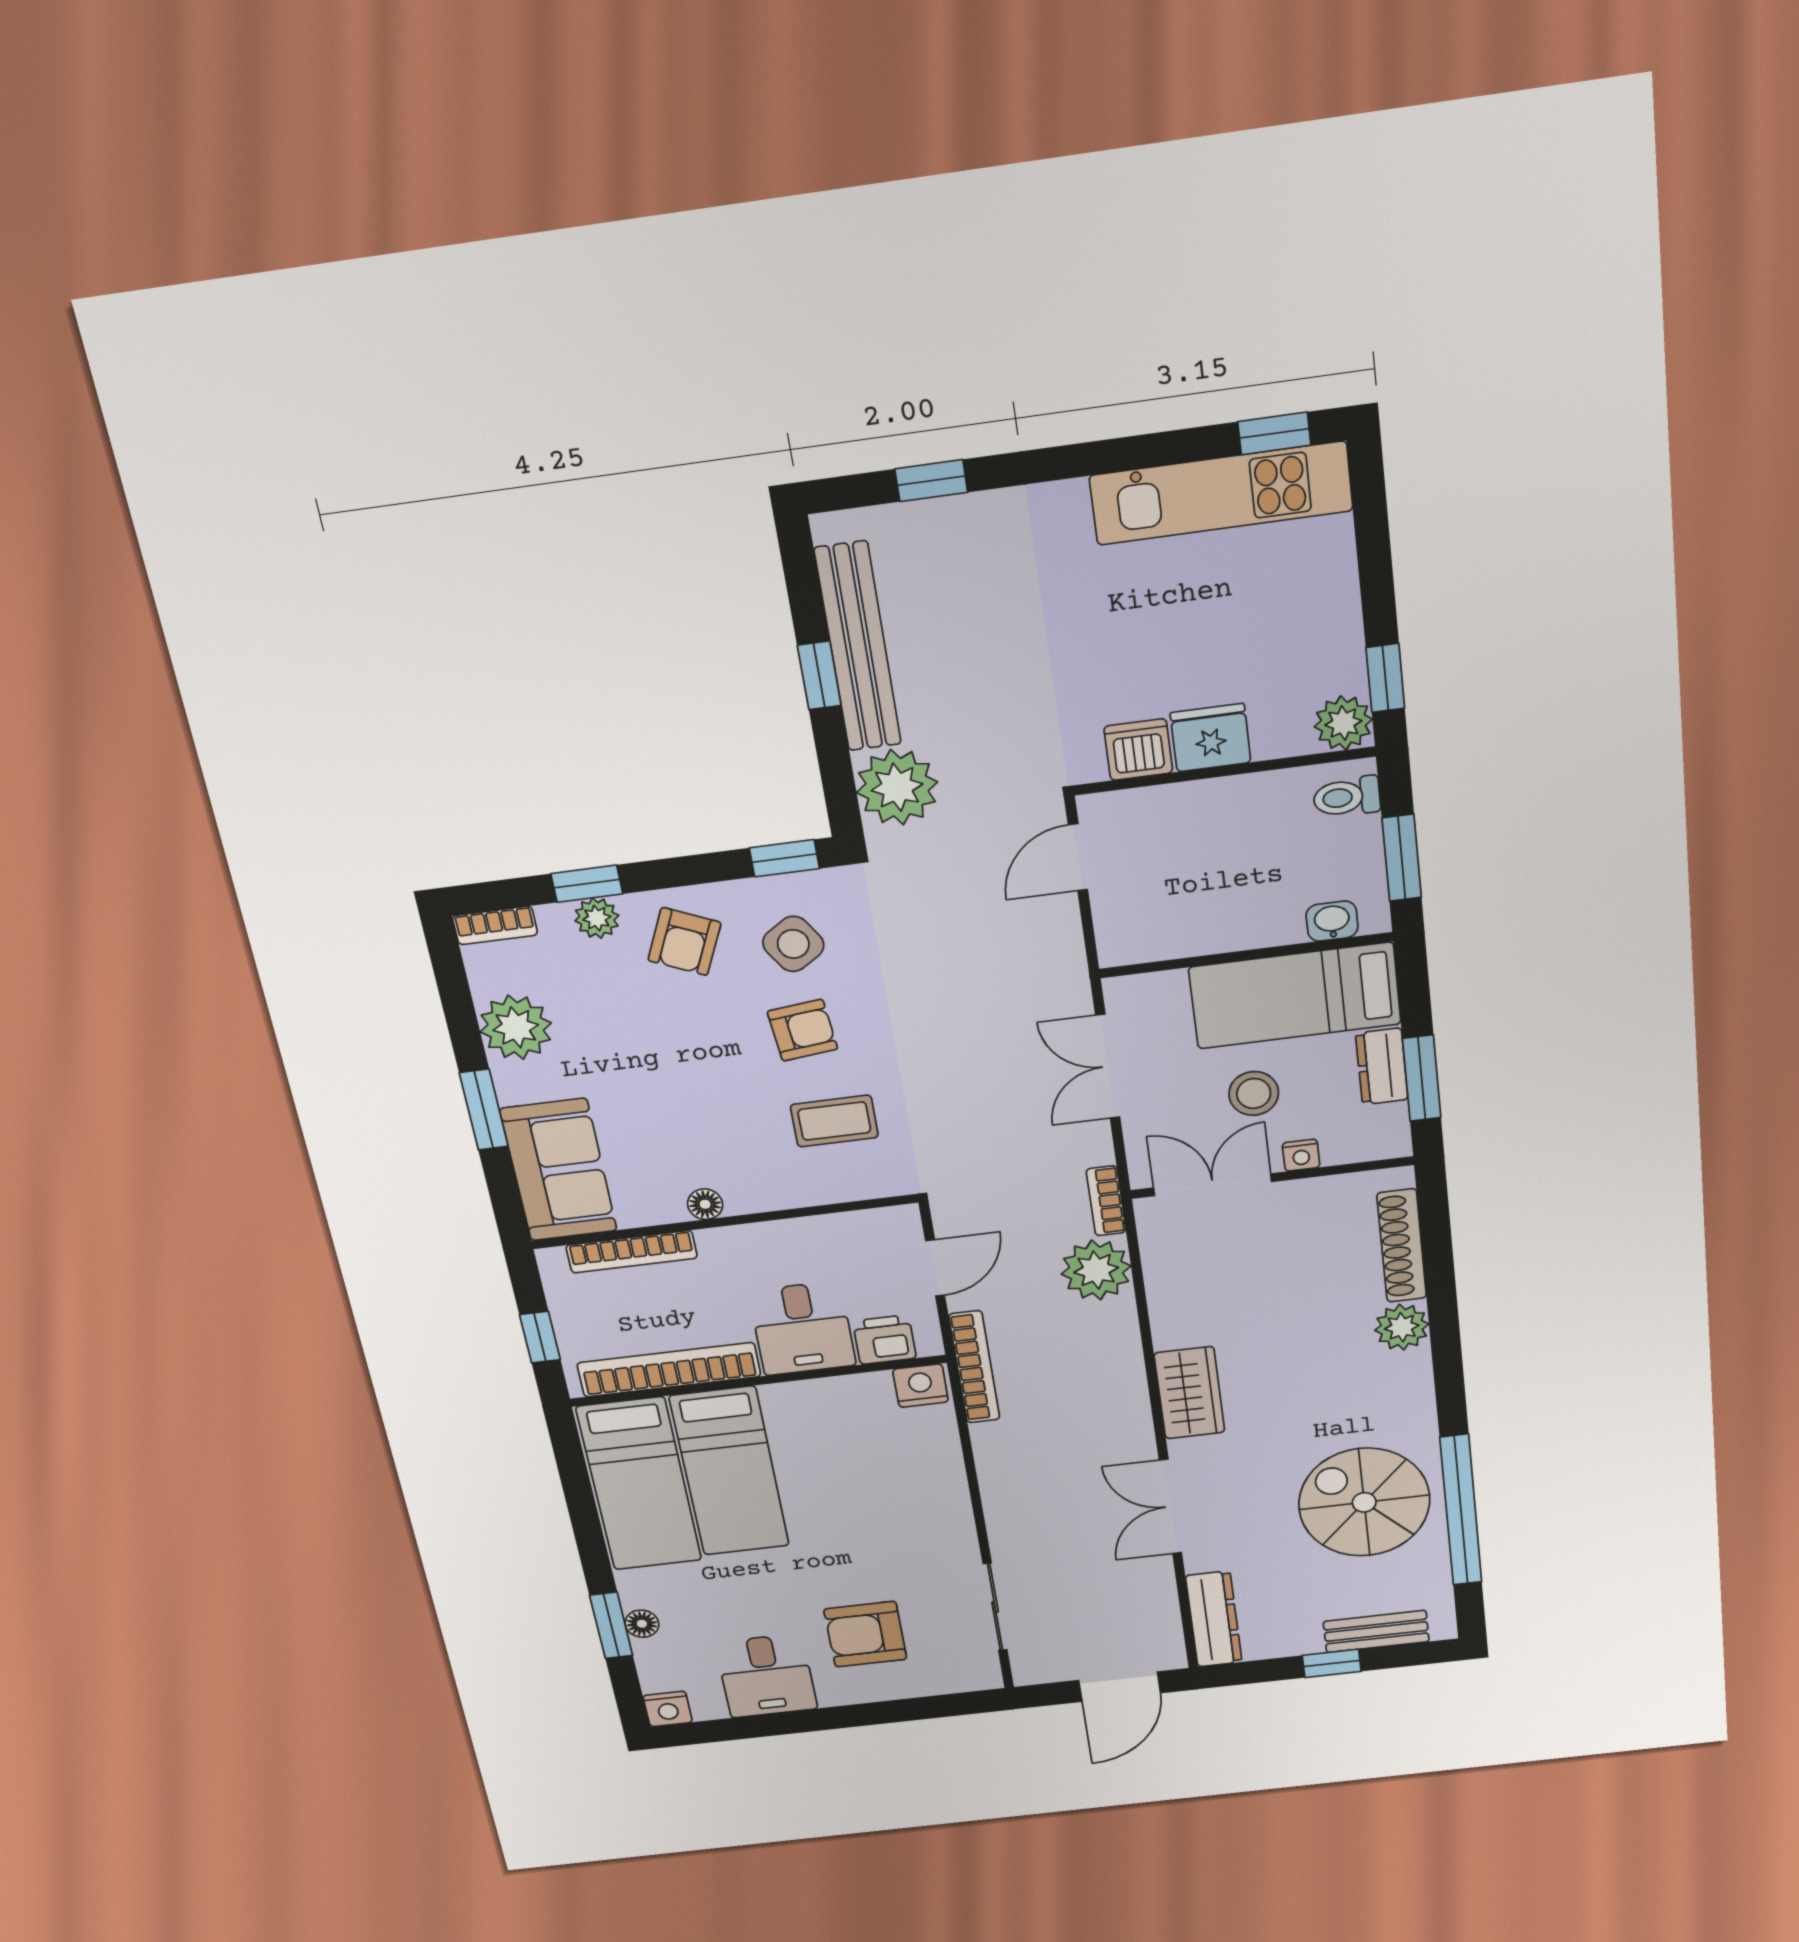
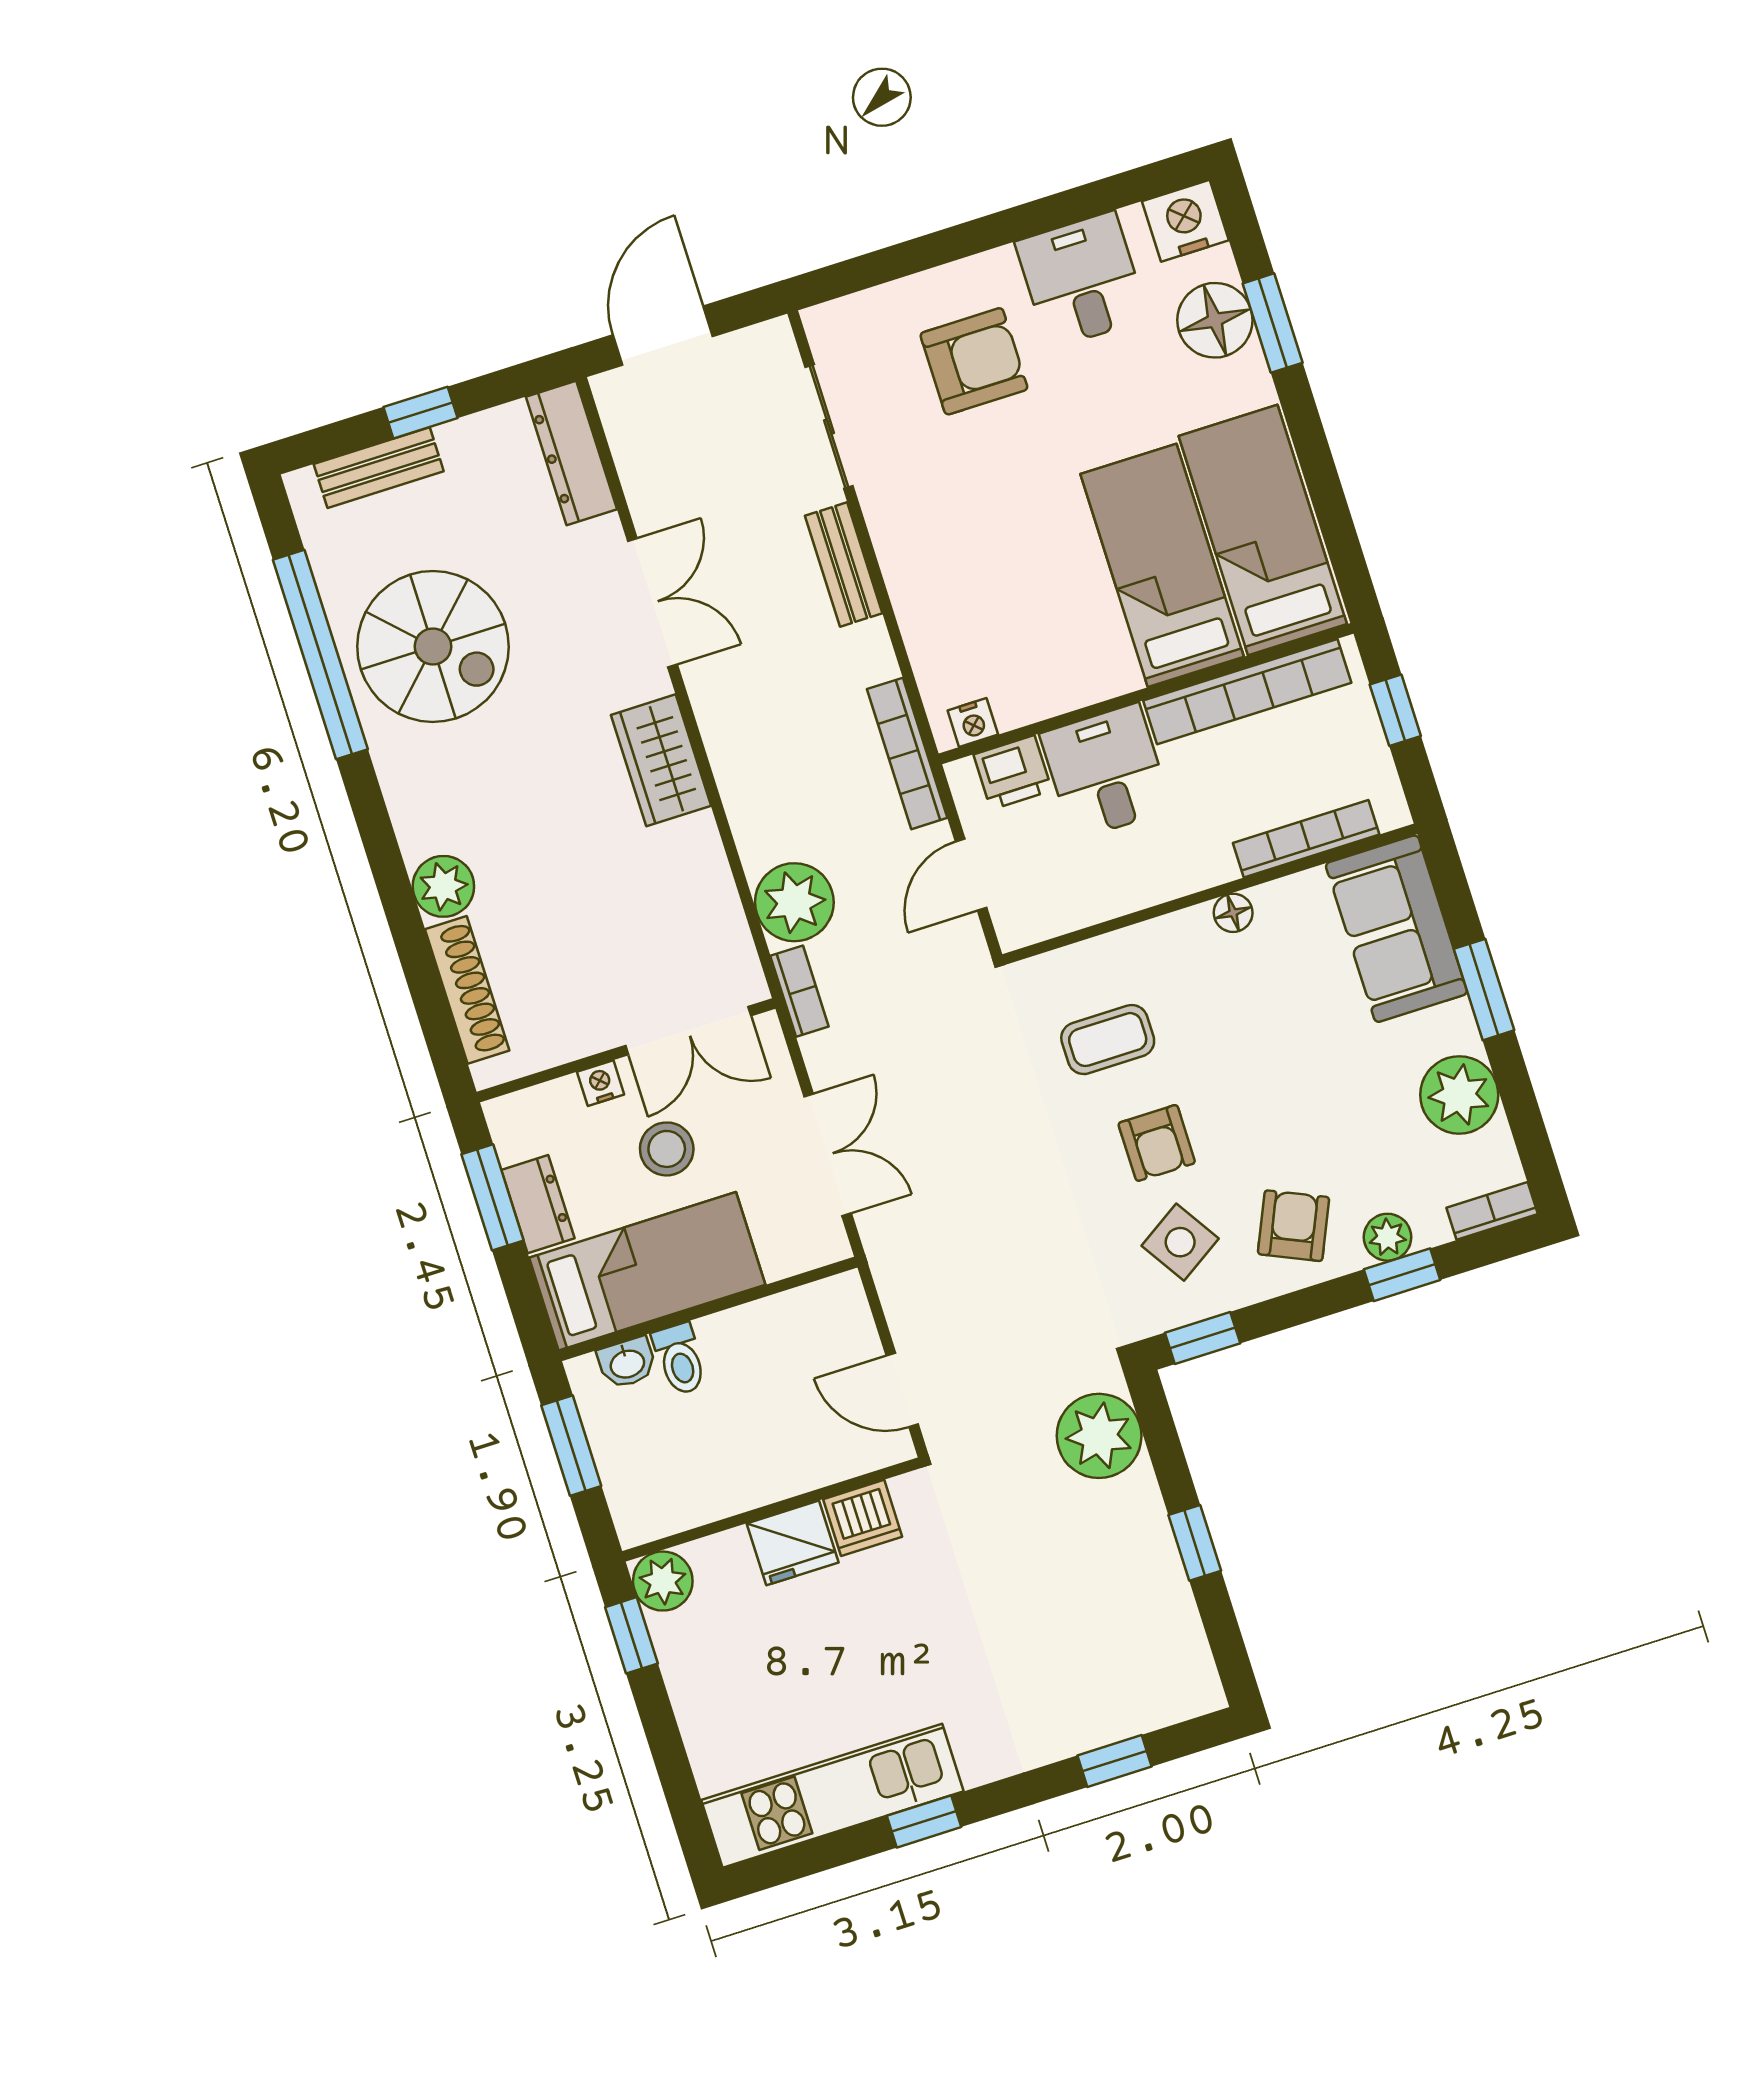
window: (1274, 433) -> (924, 1821), moved
bench: (858, 647) -> (844, 565), moved, width x0.54, depth x0.82
toilet: (1347, 797) -> (680, 1359), moved, turned 90
door: (1078, 857) -> (902, 1390), swing flipped
armchair: (803, 1030) -> (1157, 1143), turned -84
nightstand: (921, 1386) -> (973, 723), width x0.72, depth x0.74
floor lamp: (642, 1624) -> (1215, 320), width x1.89, depth x1.89
nightstand: (668, 1709) -> (1185, 221), width x1.36, depth x1.33

